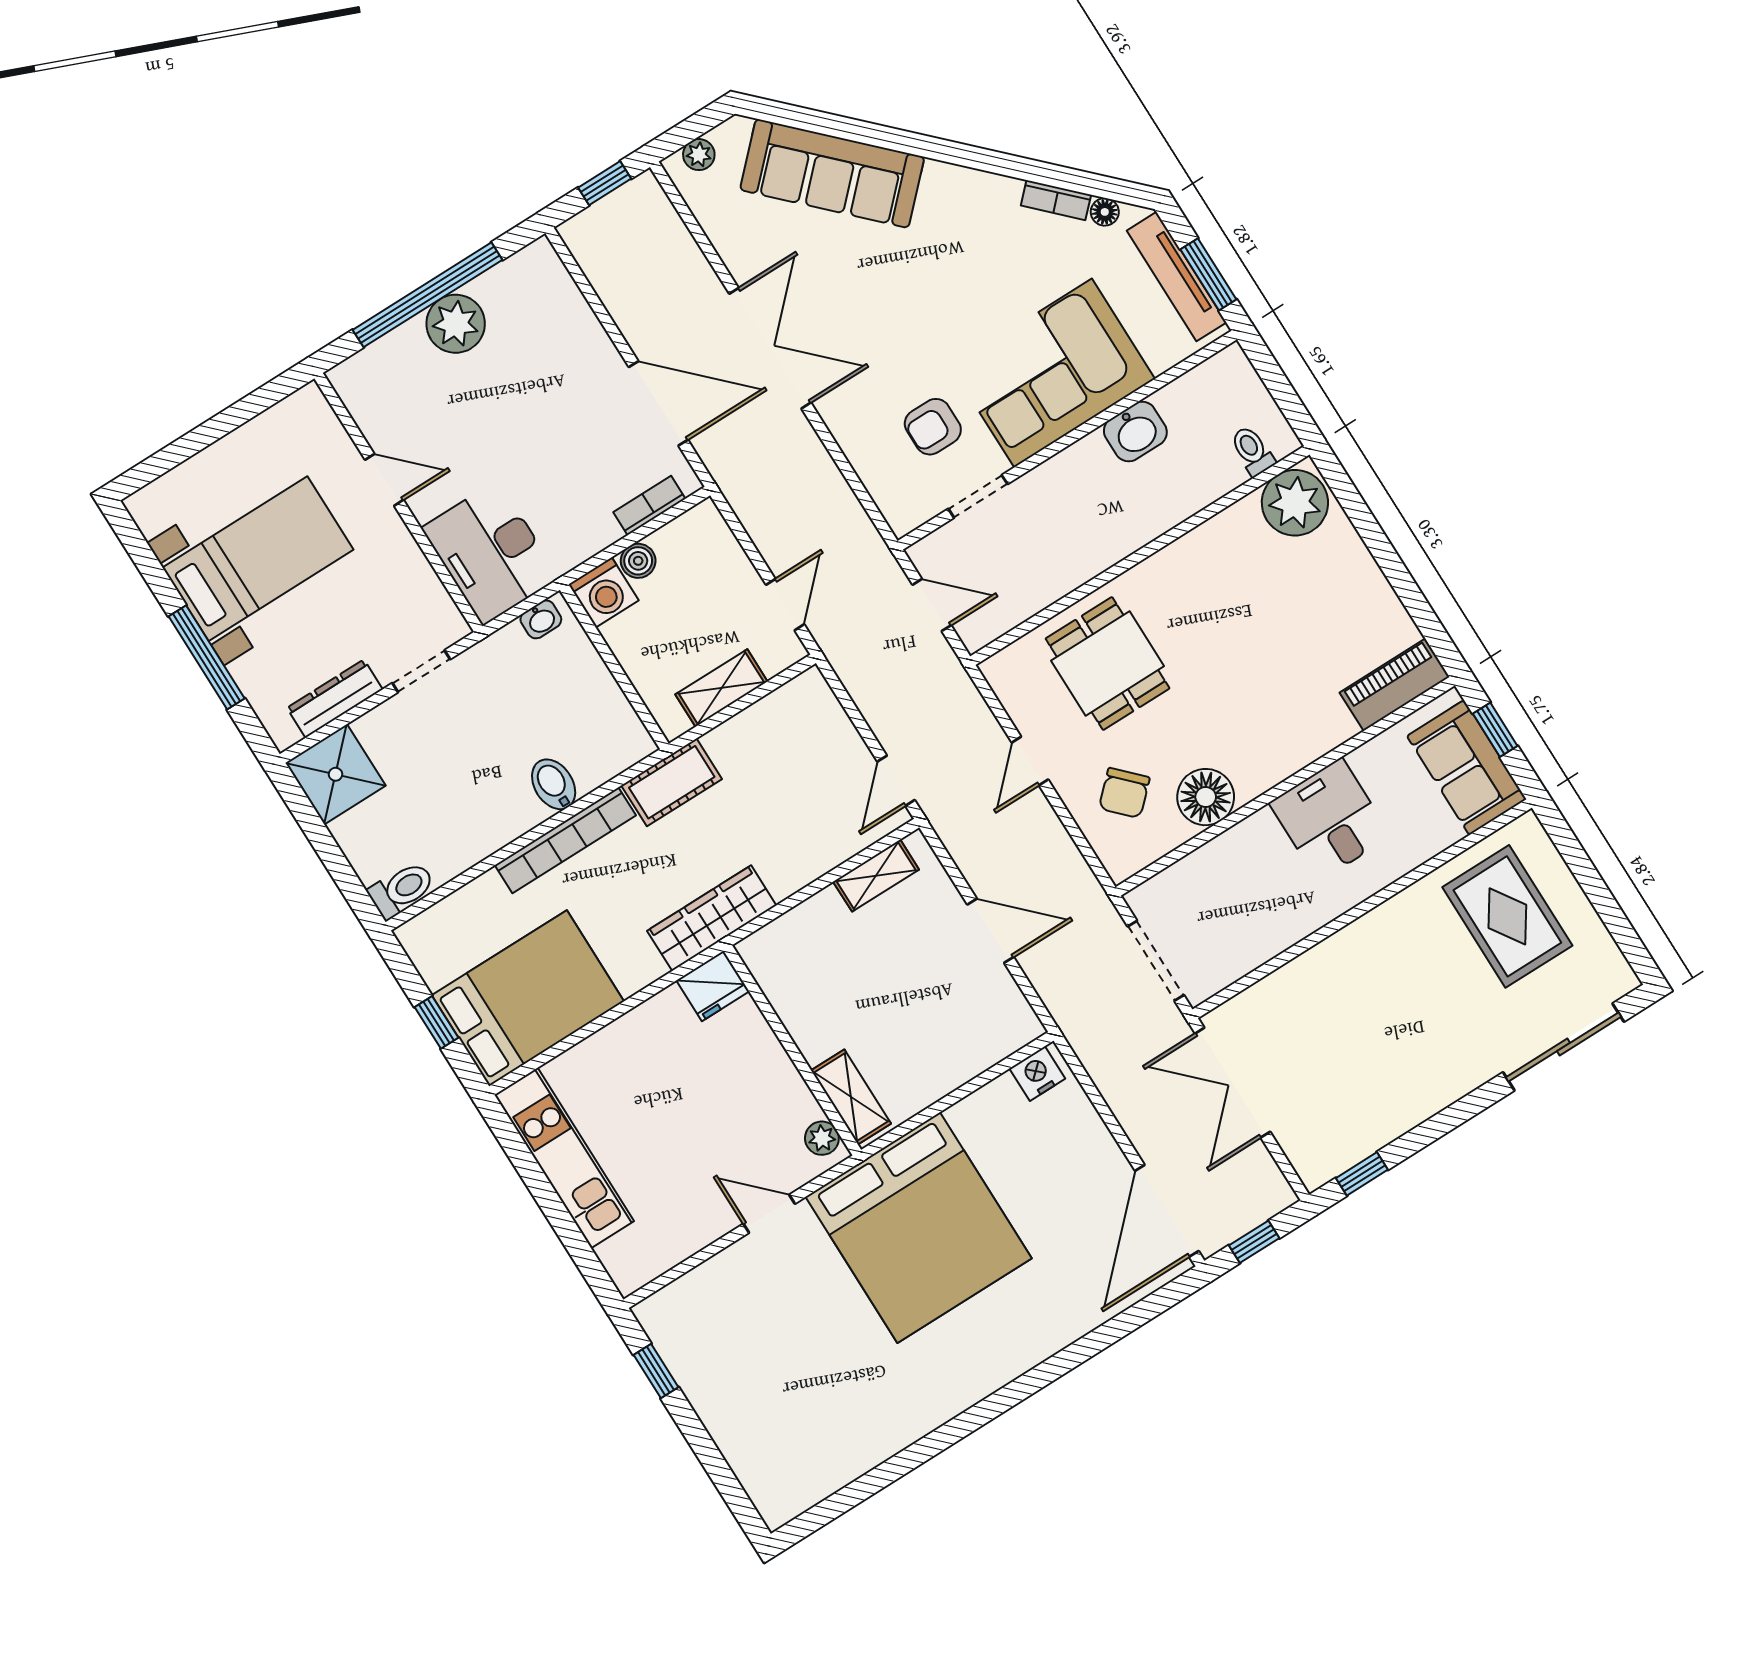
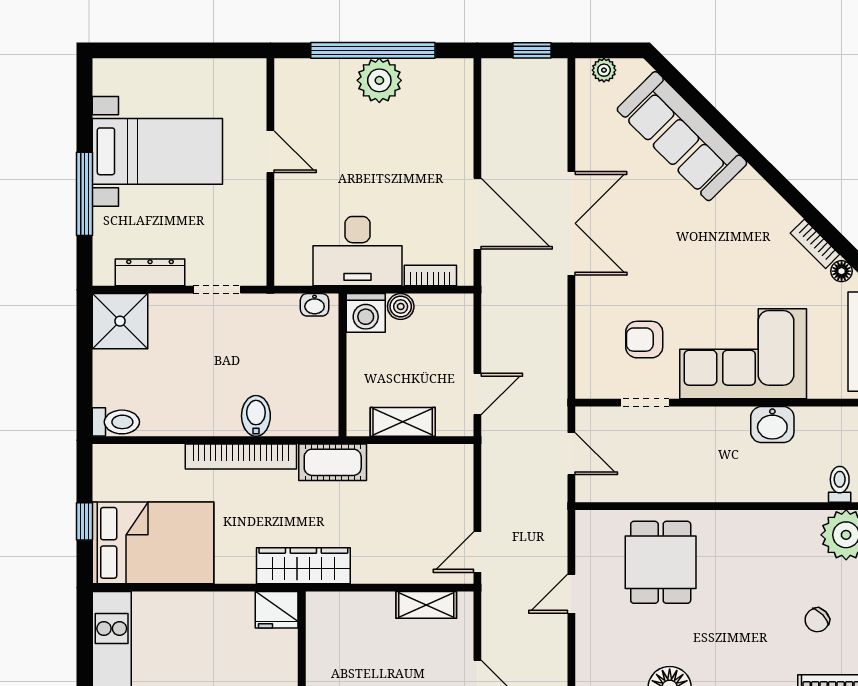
desk: (490, 553) -> (357, 251), moved, turned -90
chair: (1124, 793) -> (817, 620), moved, width x0.73, depth x0.73

